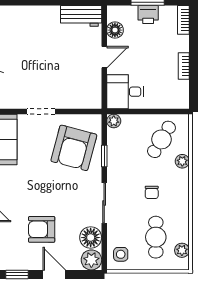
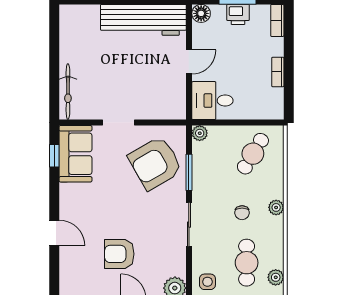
workbench: (81, 16) -> (143, 20), width x1.88, depth x1.32
floor lamp: (115, 30) -> (201, 13), moved
armchair: (74, 148) -> (155, 163), turned 45
window: (104, 156) -> (189, 172), width x1.50
plant: (182, 161) -> (276, 207), moved
floor lamp: (91, 238) -> (174, 263), removed

